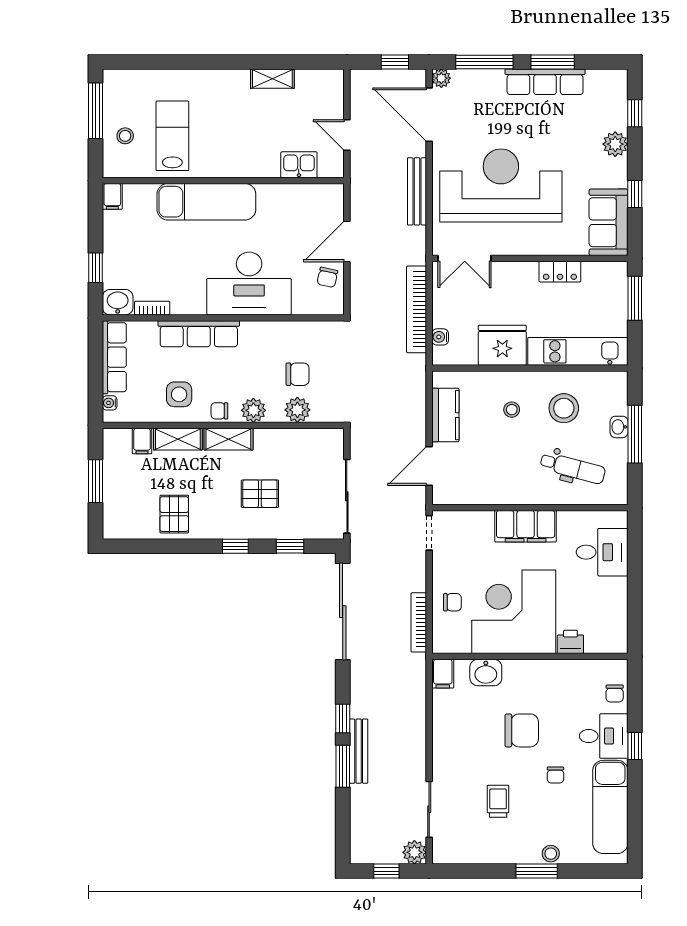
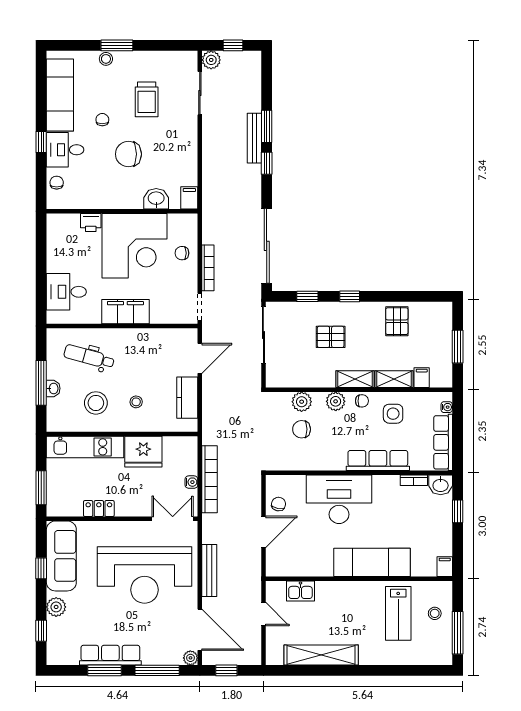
shelving: (272, 79) -> (321, 655), width x2.20, depth x1.33
sofa: (608, 222) -> (61, 556), width x1.36
water cooler: (440, 337) -> (191, 482), moved
bookcase: (419, 622) -> (208, 268), moved
trolley: (498, 801) -> (147, 99), width x1.36, depth x1.39

